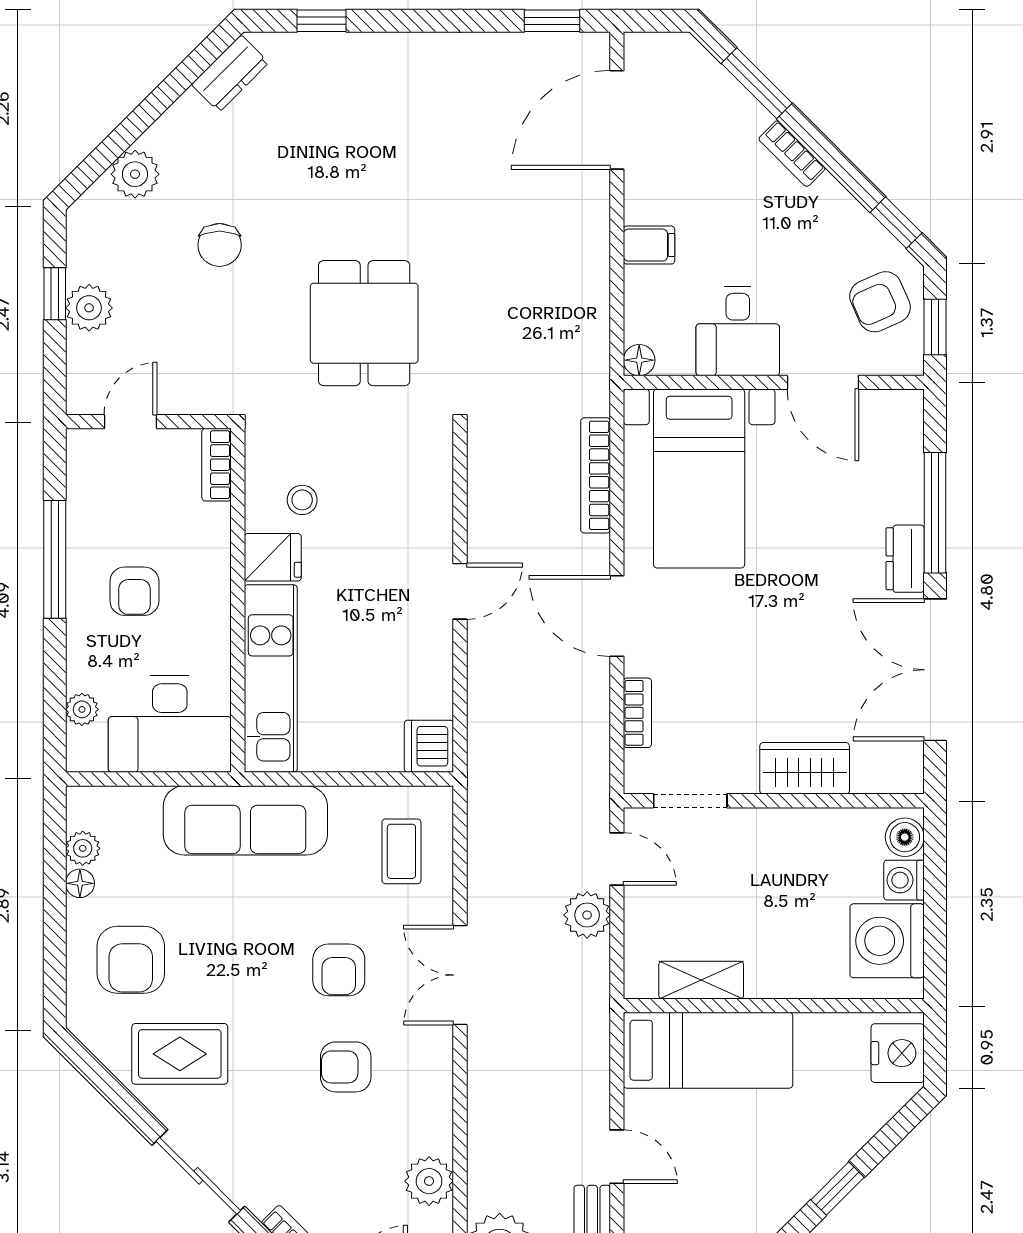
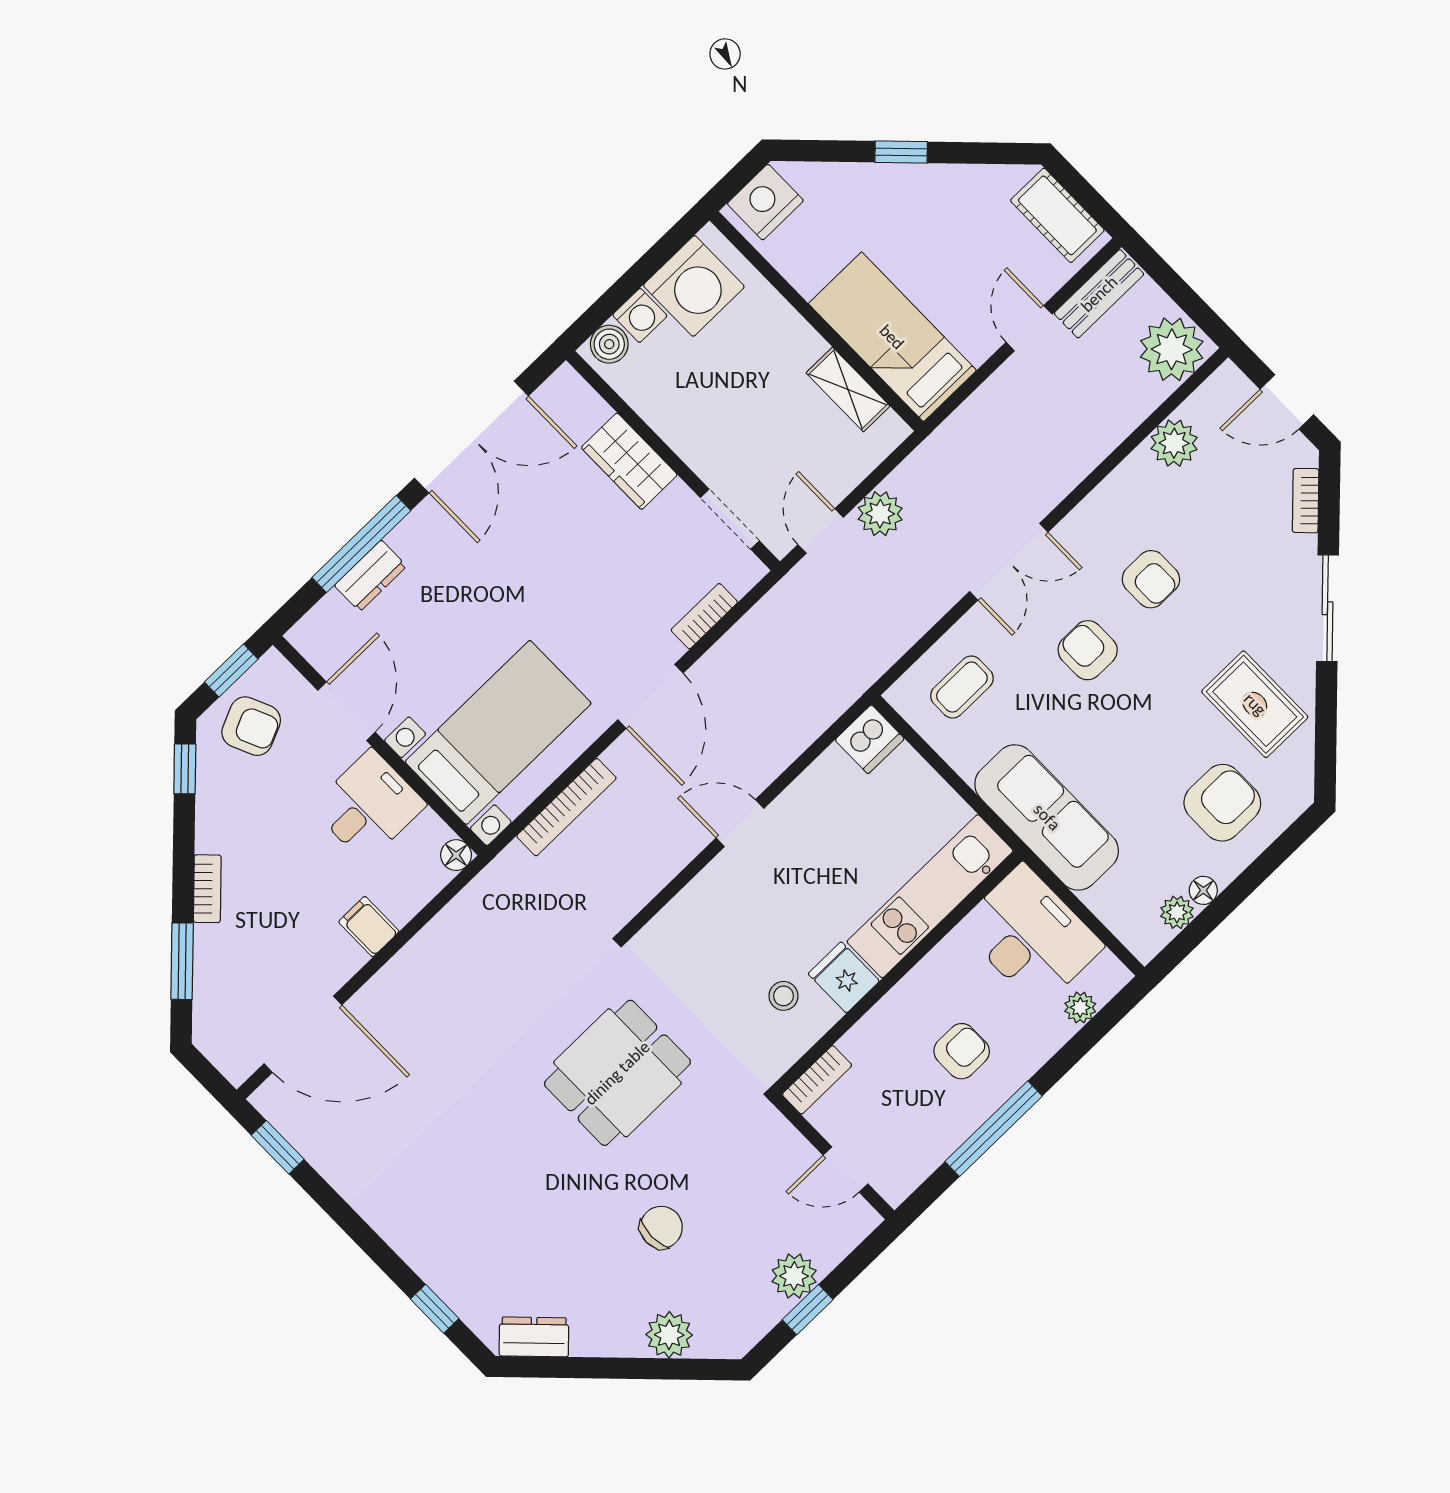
dresser: (905, 559) -> (370, 576), moved
armchair: (339, 970) -> (1088, 650), turned -90

